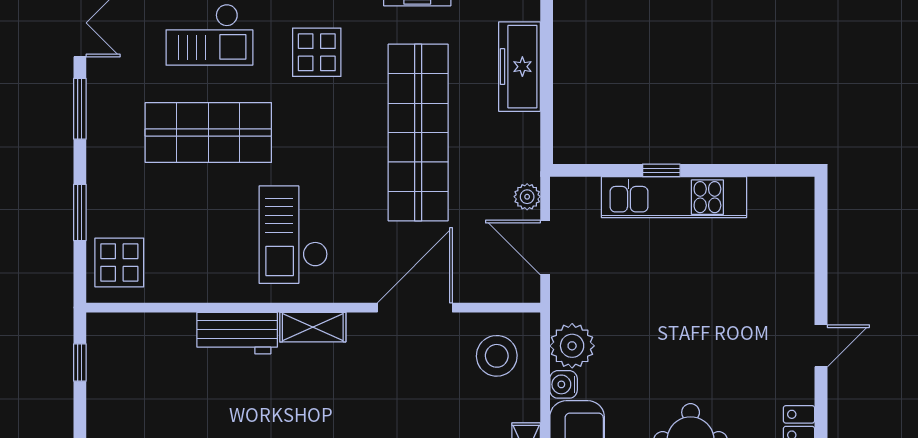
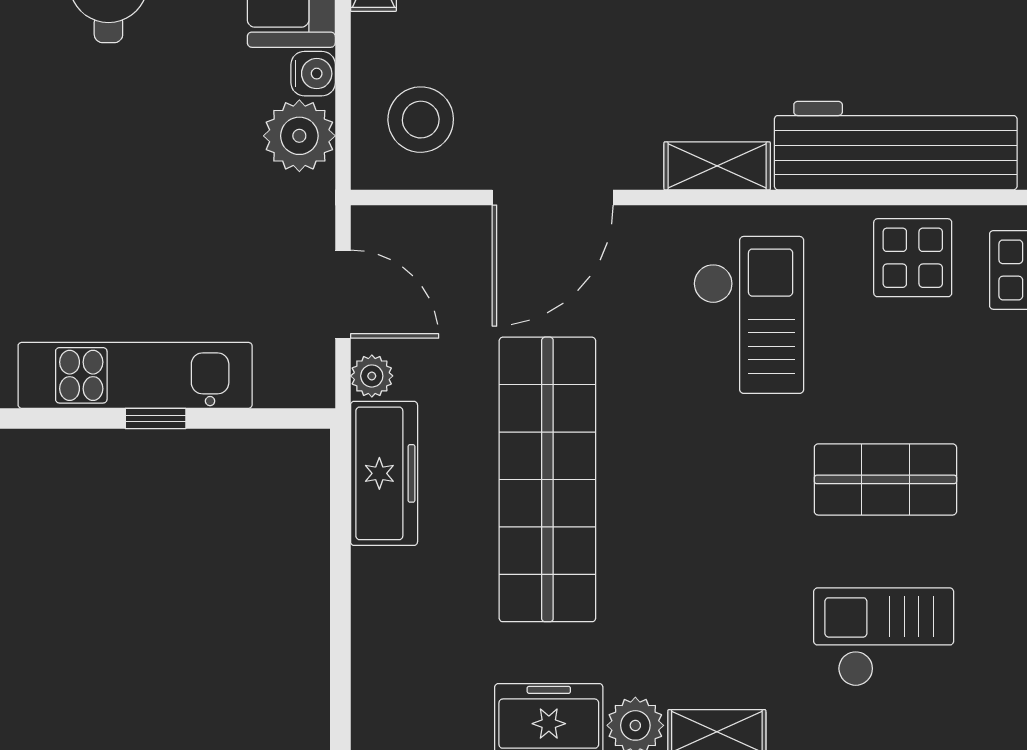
display table: (317, 52) -> (913, 258), moved
freezer: (520, 67) -> (384, 473), moved
shop shelf: (208, 132) -> (885, 479), width x0.70, depth x0.74
workbench: (237, 333) -> (896, 146), width x1.88, depth x1.32

